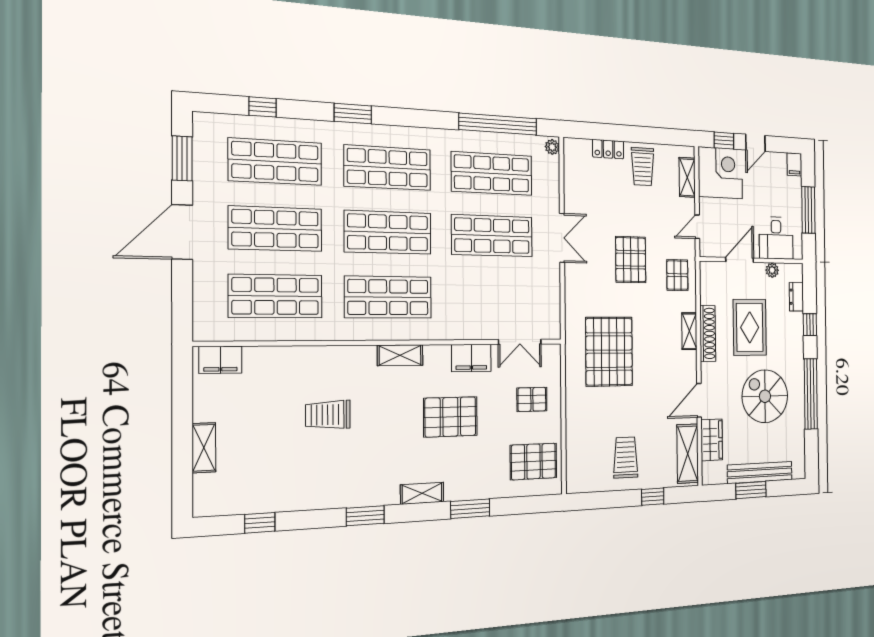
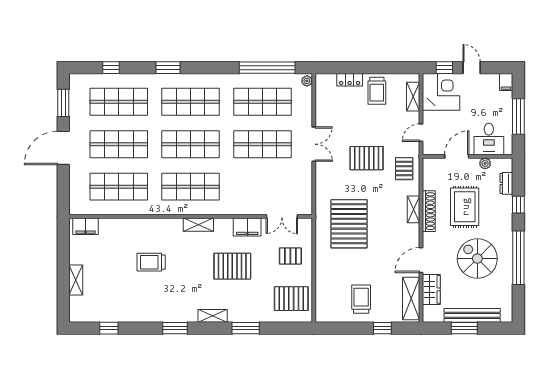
door: (755, 143) -> (472, 68), swing flipped
pallet: (631, 260) -> (367, 158), turned 90

